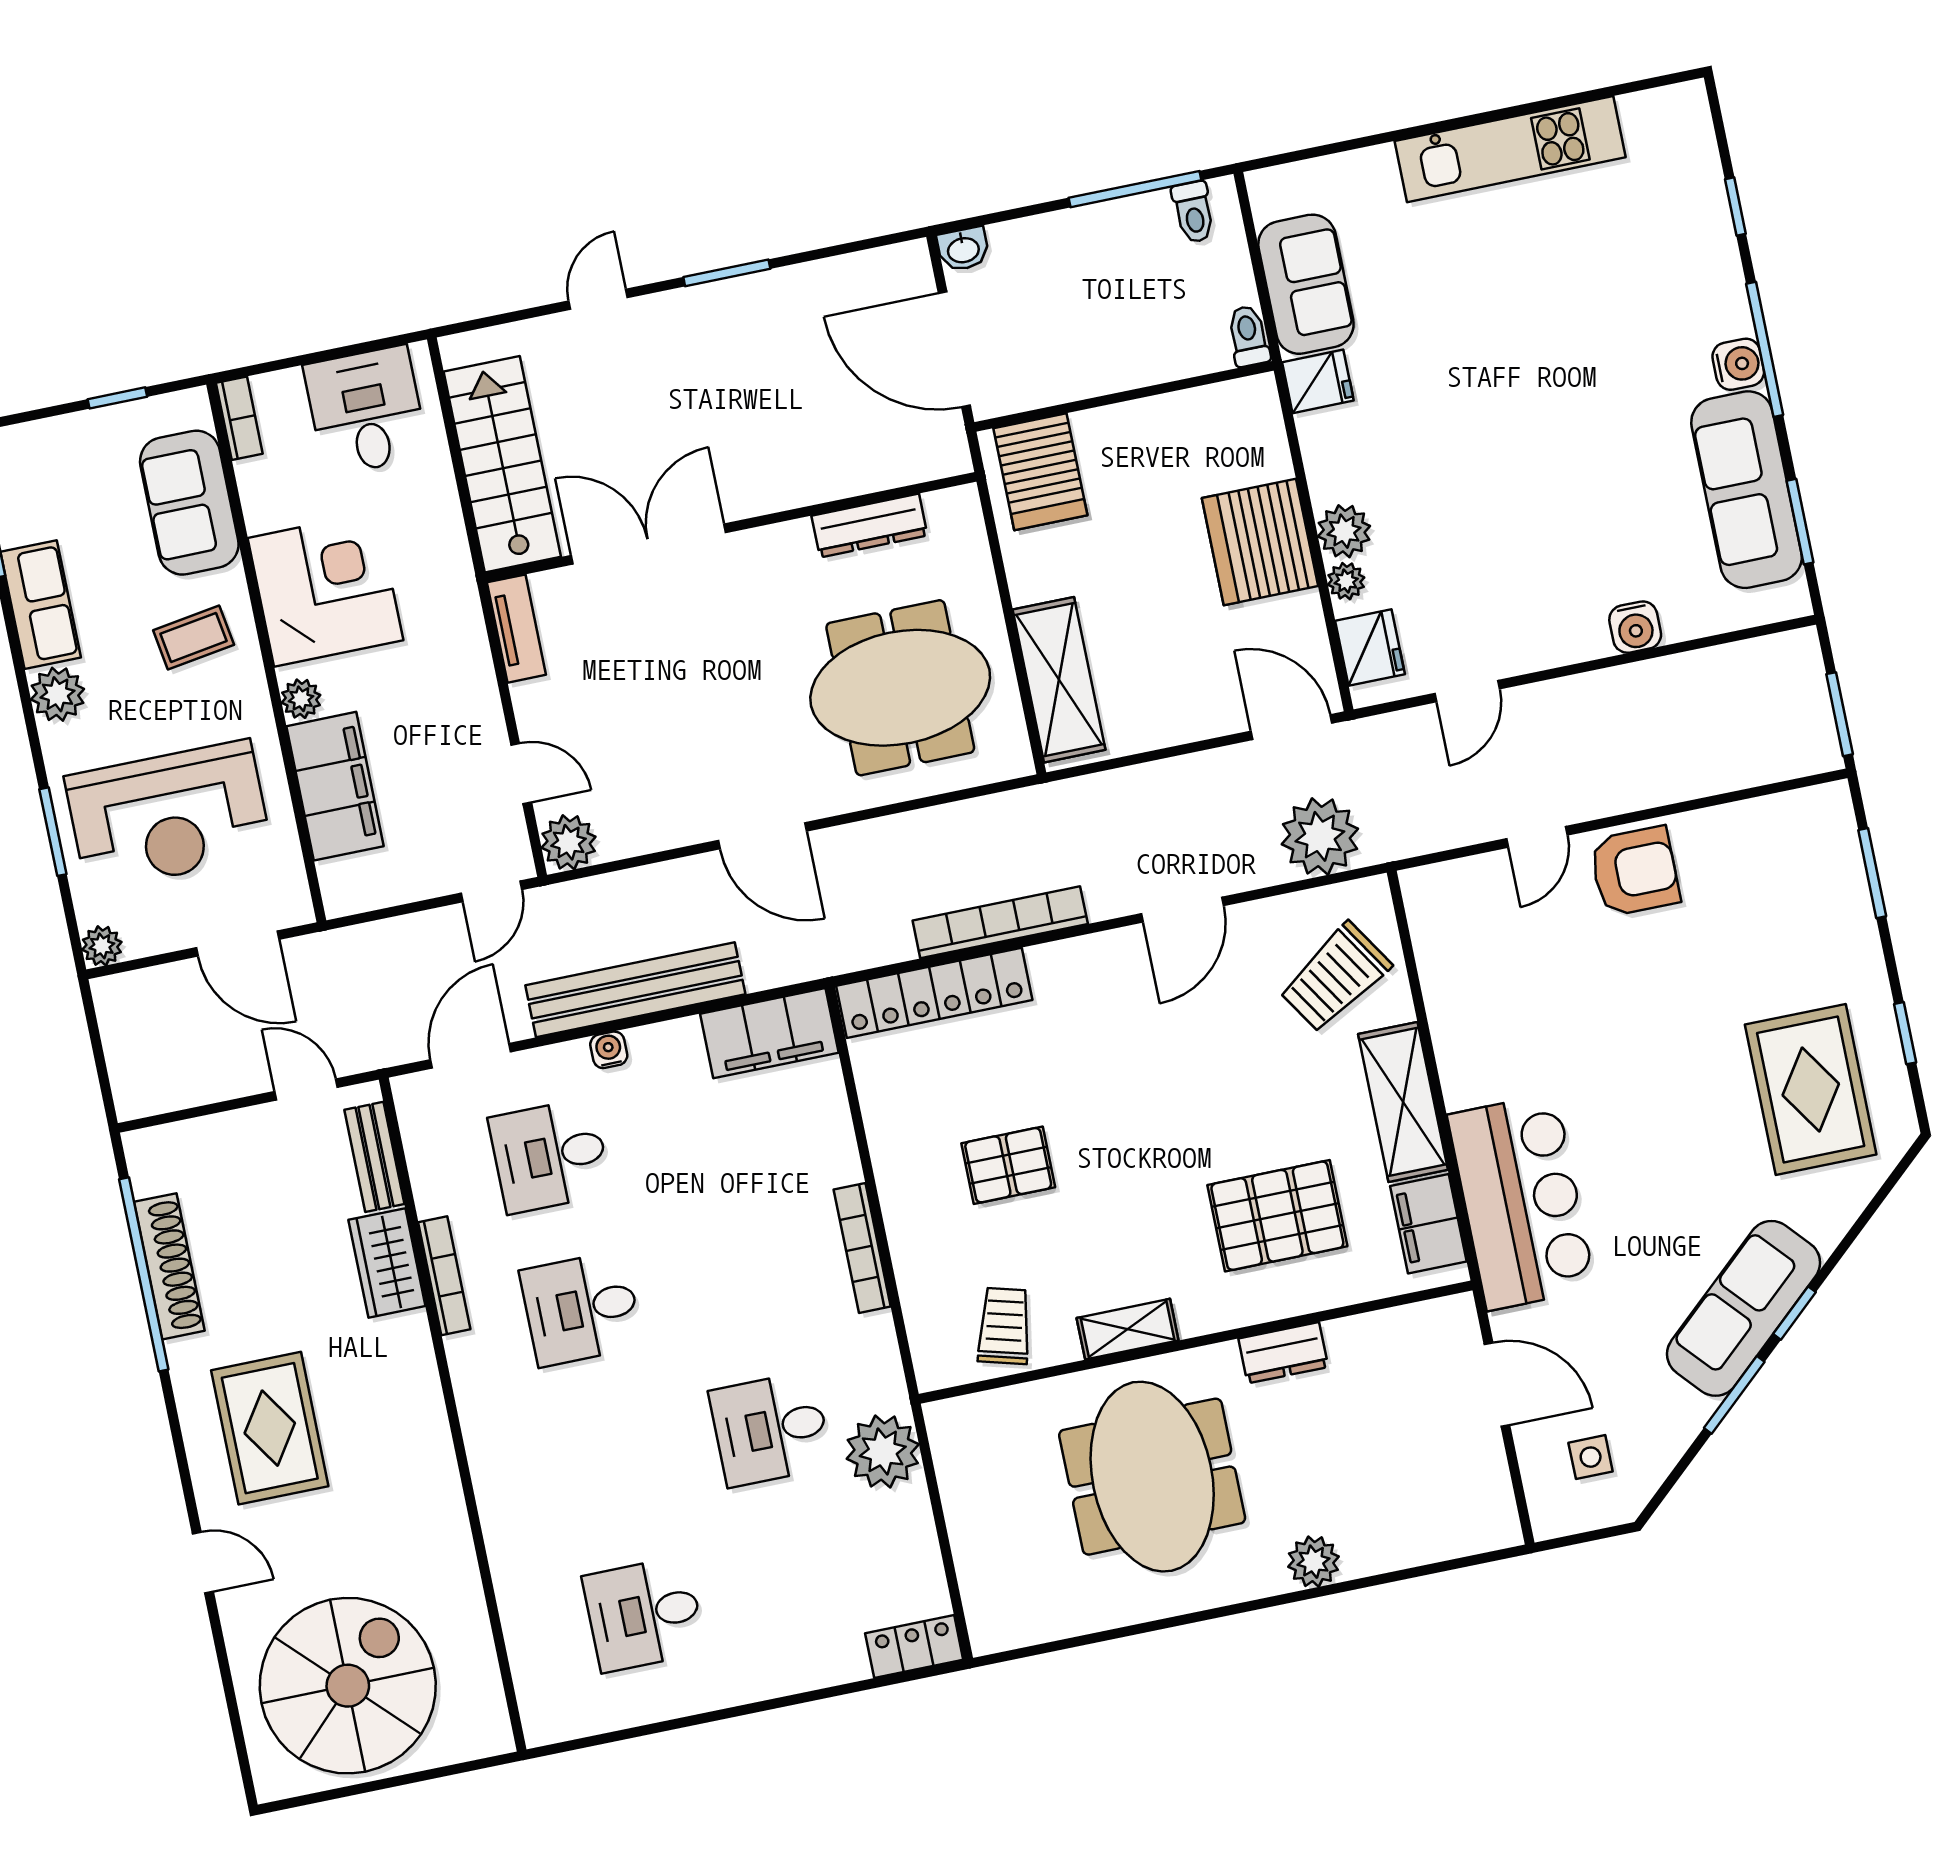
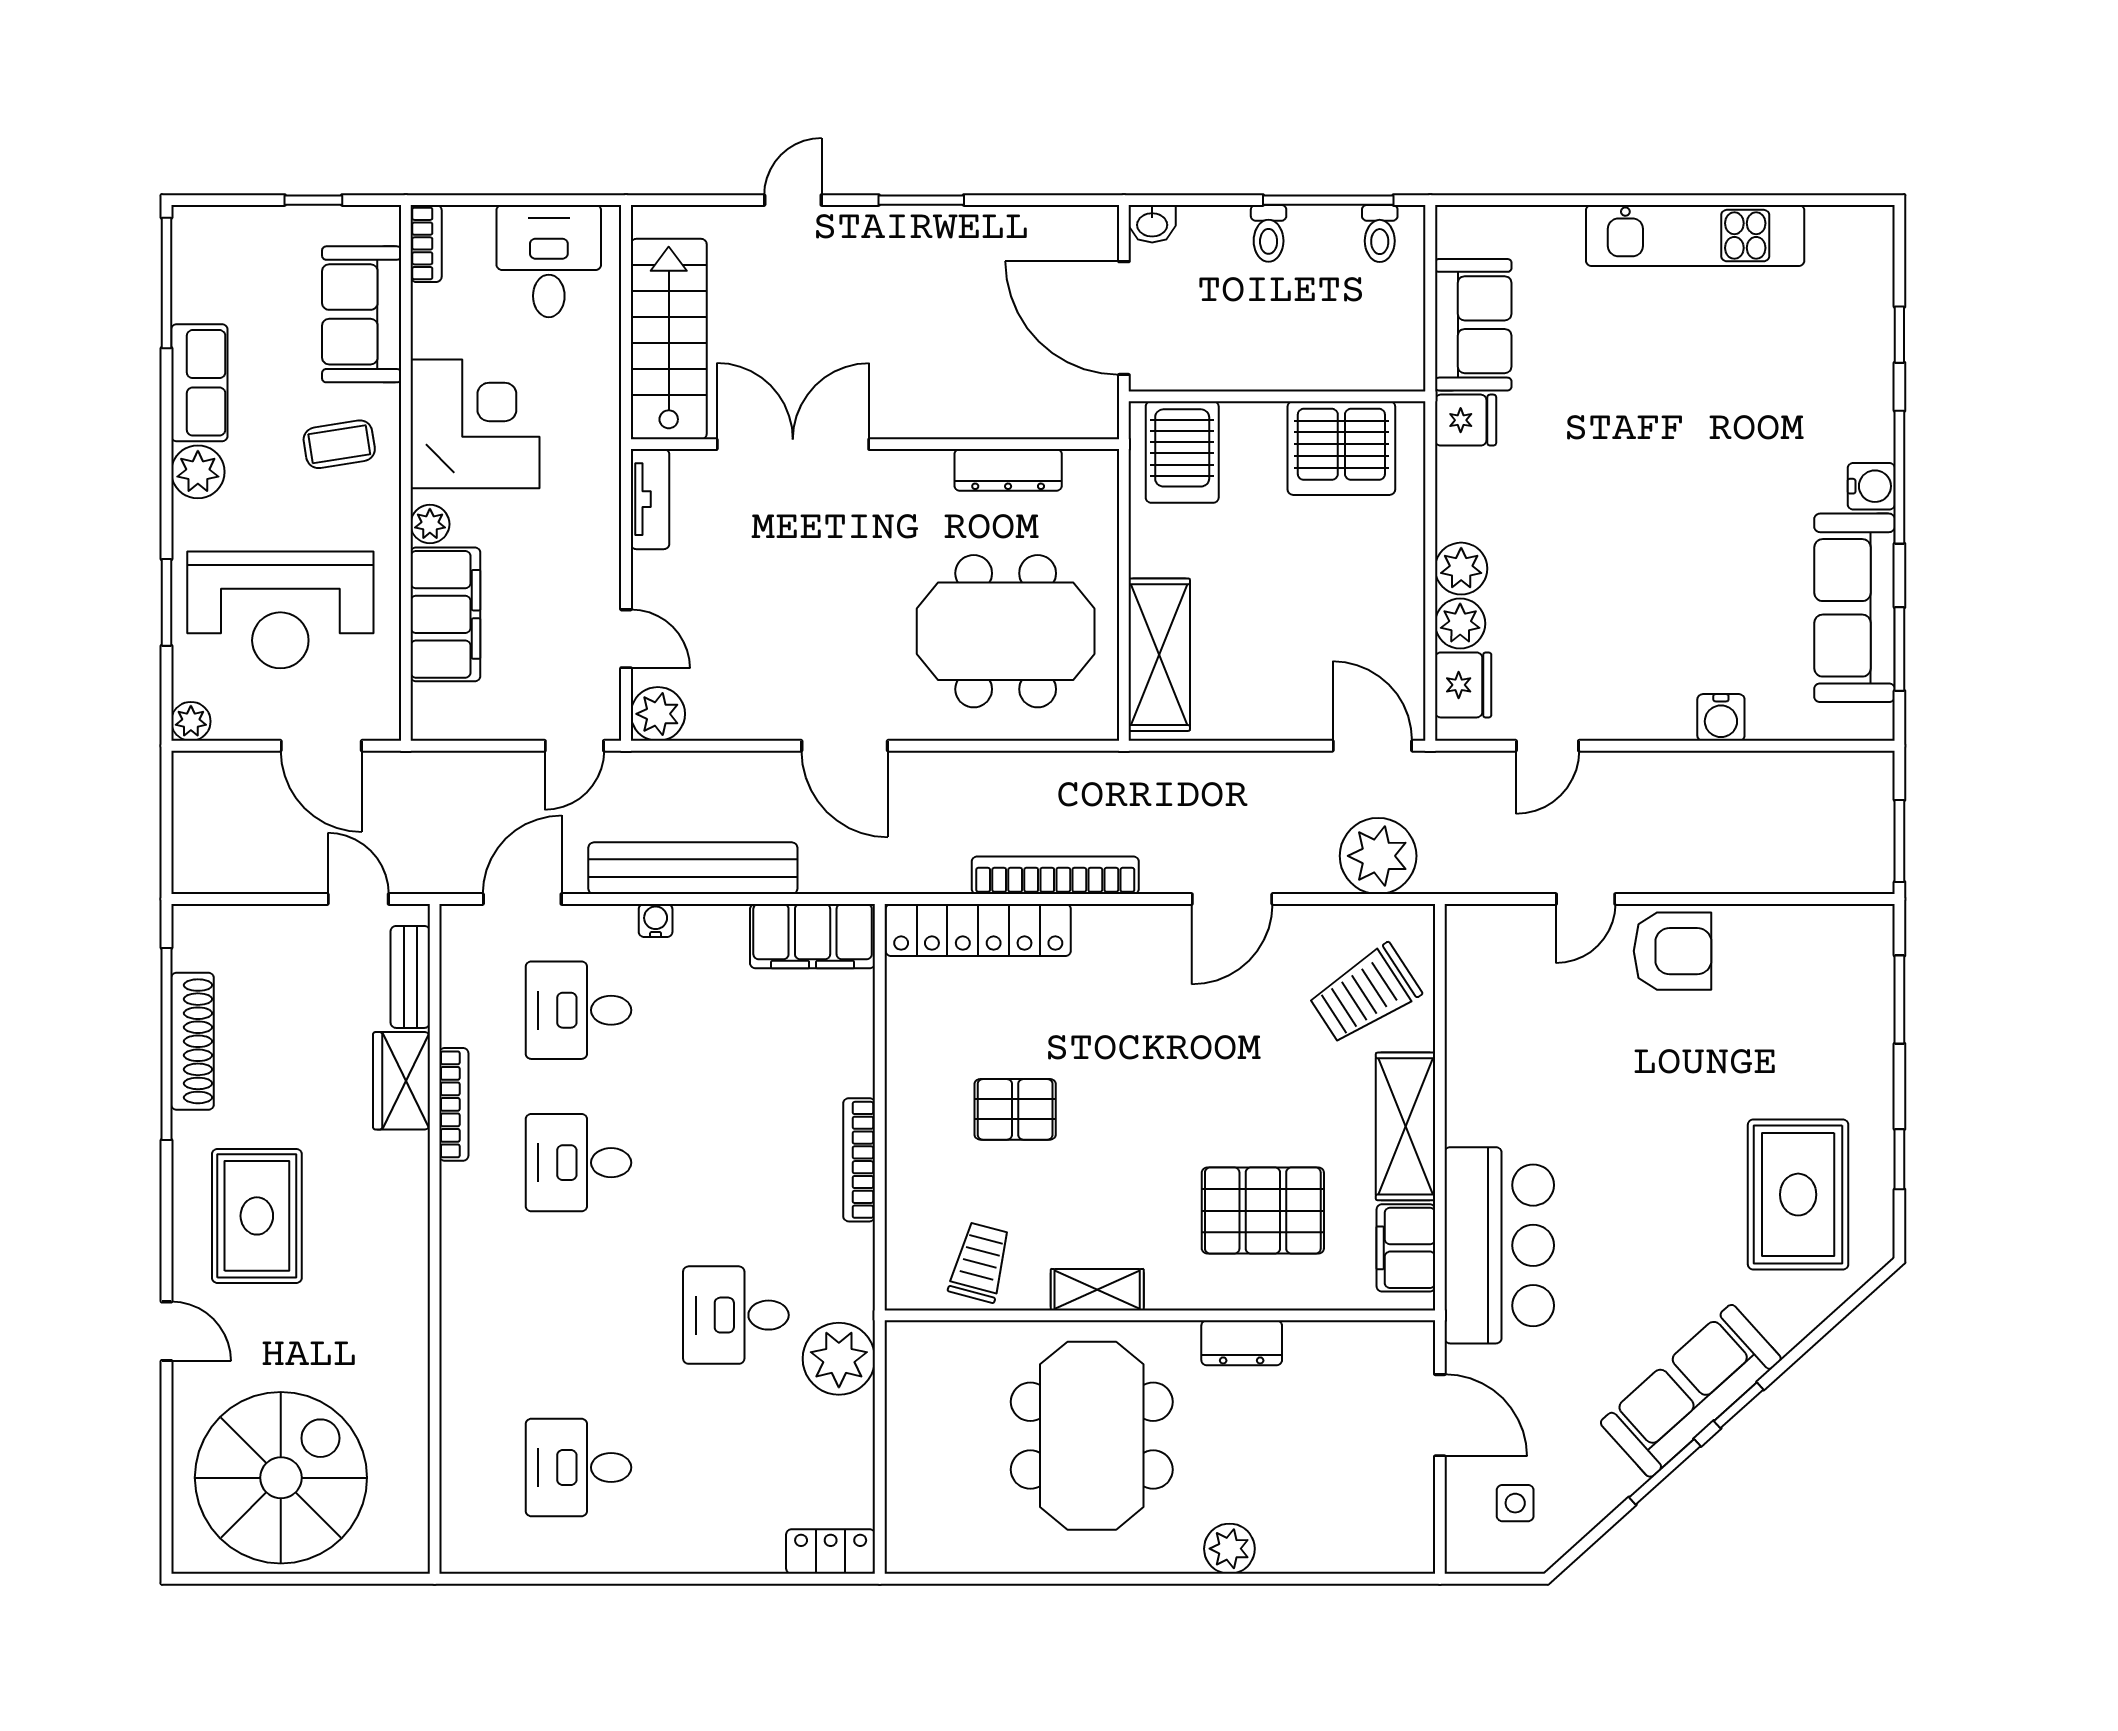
toilet: (1248, 336) -> (1269, 233), moved, turned 180
server rack: (1260, 542) -> (1341, 448), moved, turned -90
plant: (1346, 581) -> (1460, 624), width x1.38, depth x1.38

